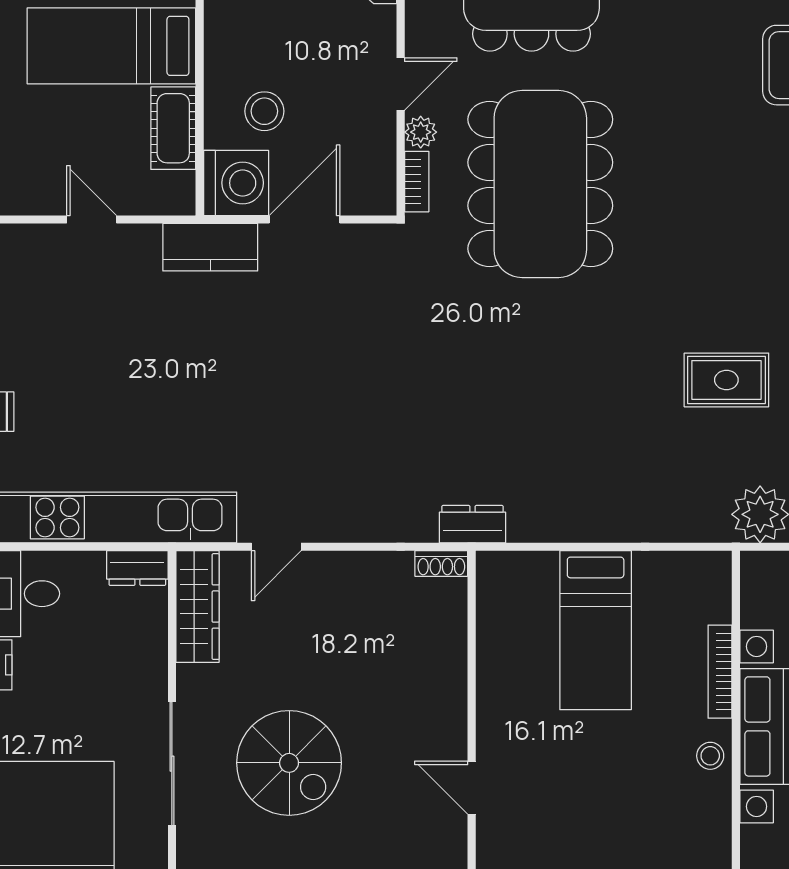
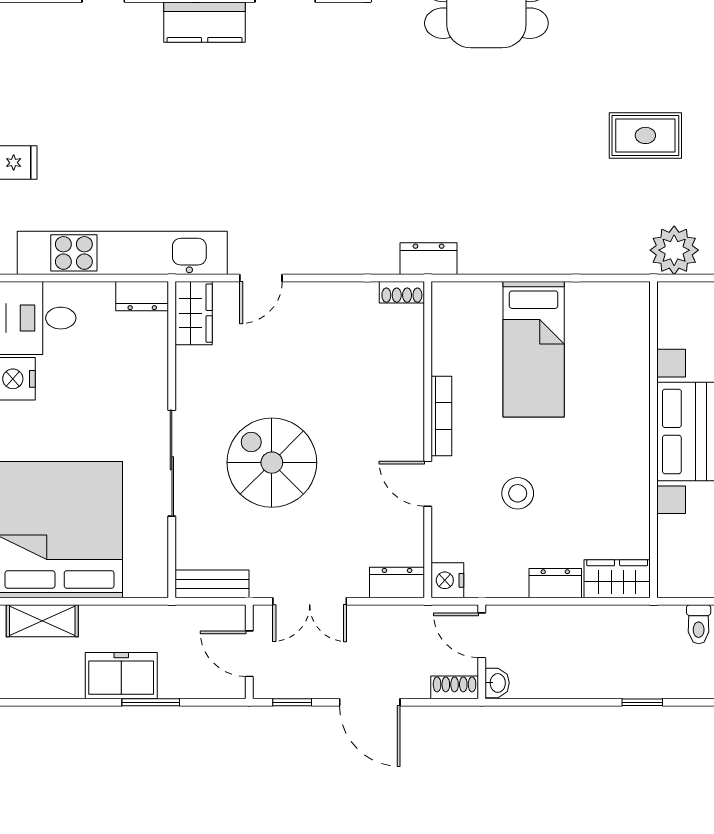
wardrobe: (198, 607) -> (194, 313), width x0.67
bookcase: (720, 672) -> (441, 416), moved, turned 180
stool: (710, 756) -> (518, 493), moved, width x1.37, depth x1.37
spiral stairs: (289, 763) -> (272, 463), turned 180

